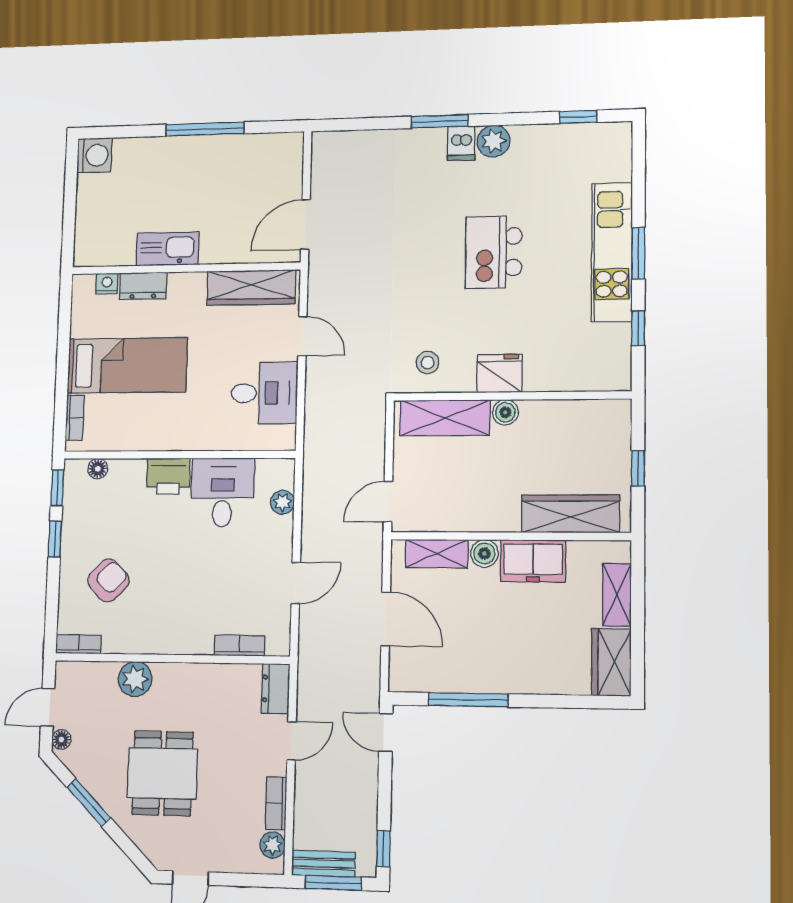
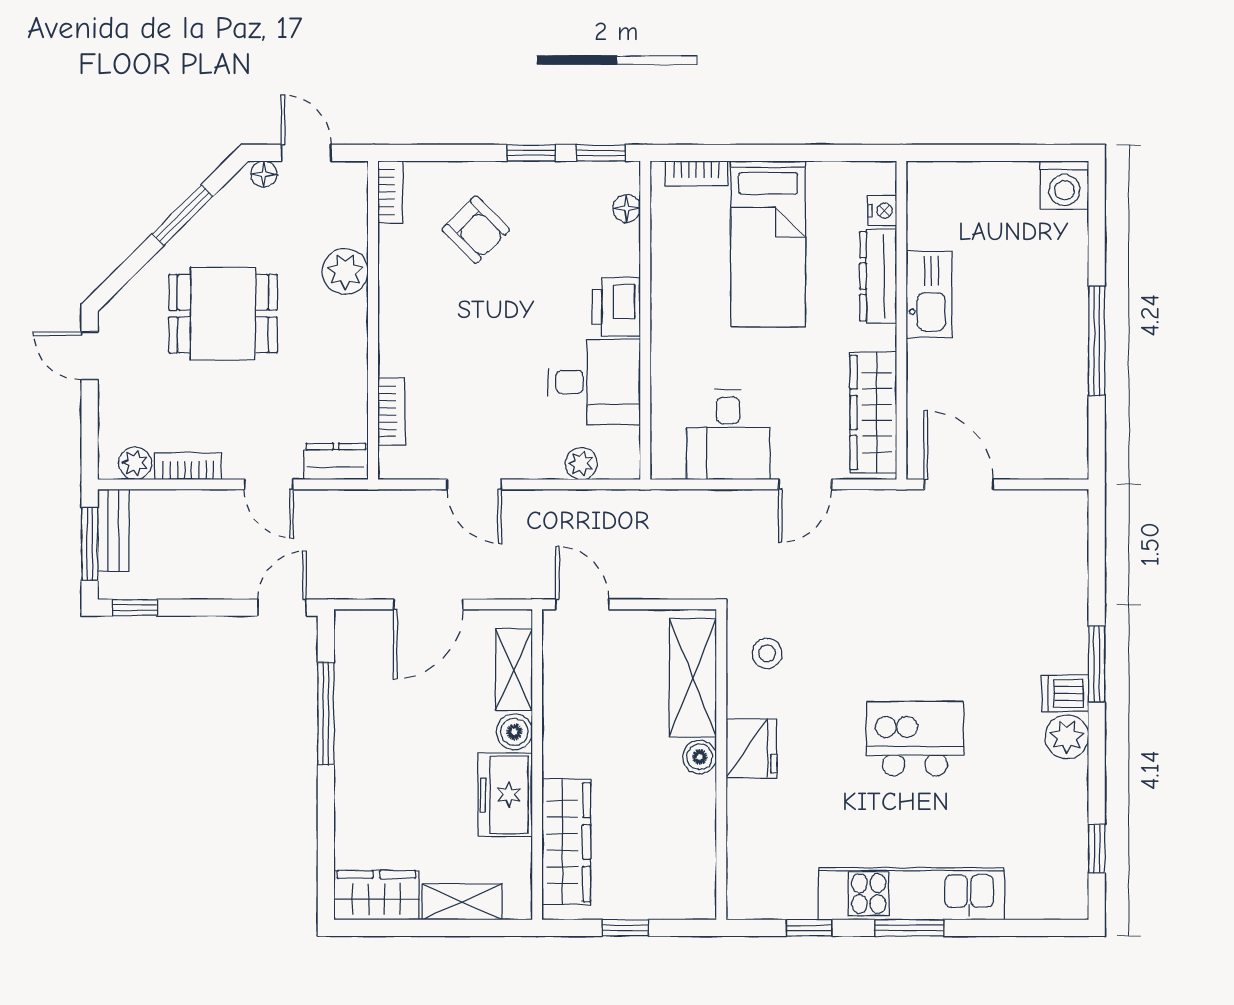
dresser: (143, 286) -> (878, 276), width x1.44

